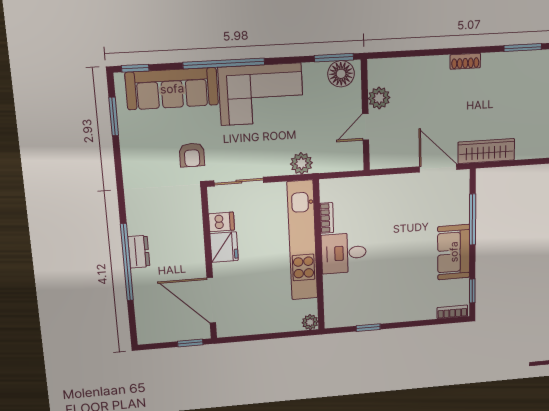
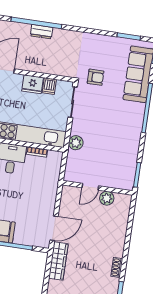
shoe rack: (465, 61) -> (117, 267), moved
floor lamp: (341, 74) -> (126, 177), removed
corner sofa: (261, 94) -> (124, 126), removed
door: (366, 127) -> (90, 187), swing flipped
armchair: (192, 155) -> (96, 77), turned 180

